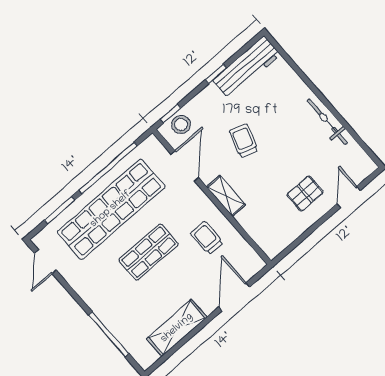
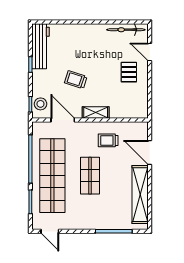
bicycle: (327, 122) -> (126, 30), moved
shelving: (177, 328) -> (140, 195), width x1.47

